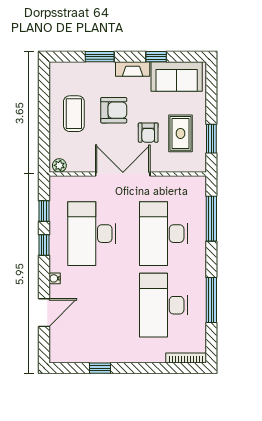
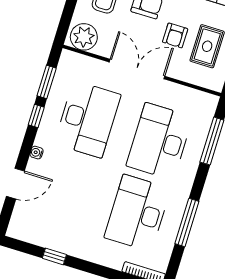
plant: (59, 165) -> (84, 37), width x1.87, depth x1.87
window: (44, 211) -> (47, 82), width x1.50
desk: (92, 234) -> (88, 119), turned 180

